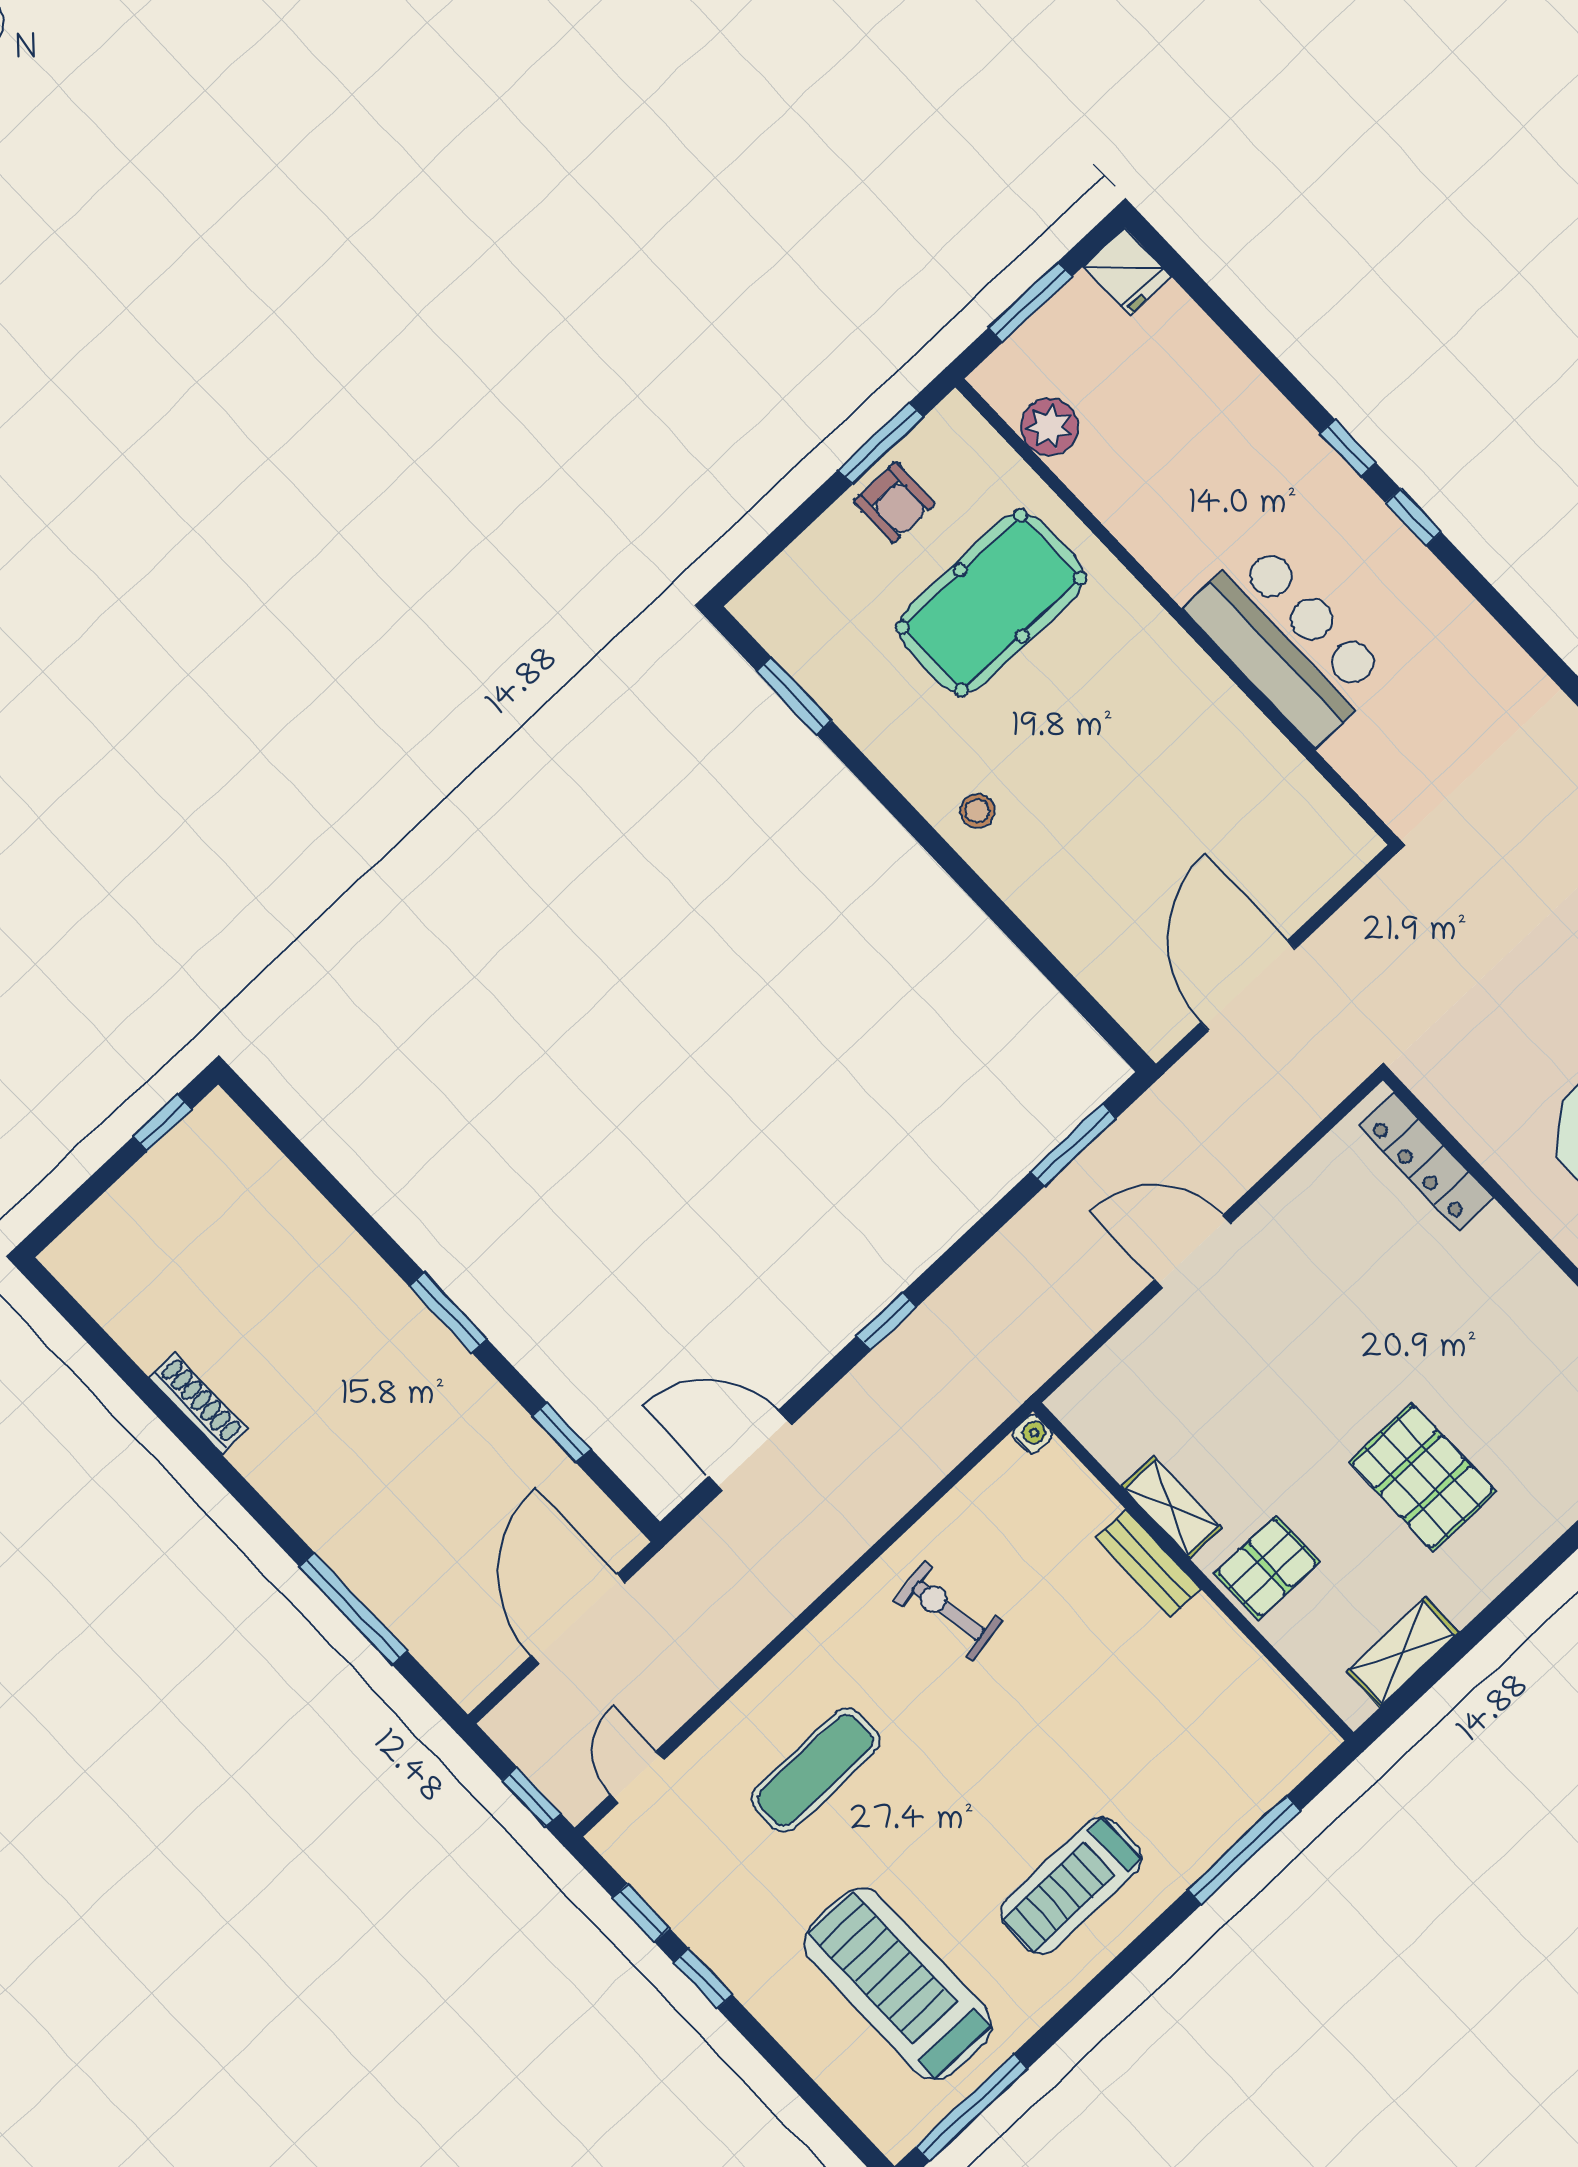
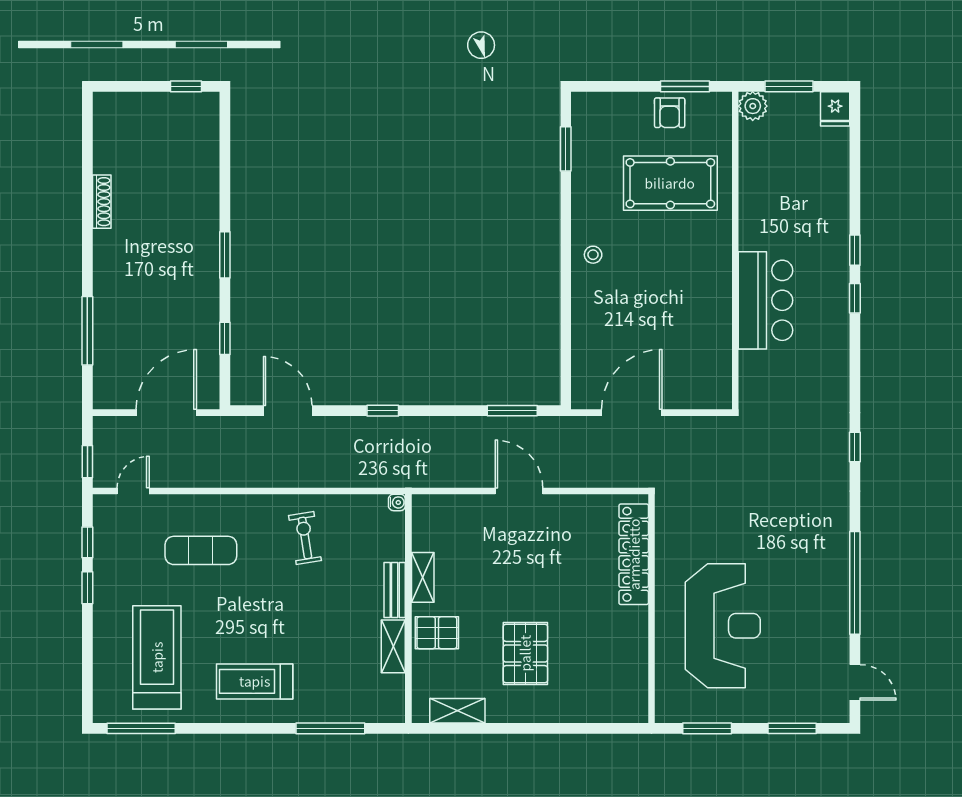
plant: (1049, 427) -> (753, 106), moved
locker: (1426, 1161) -> (634, 554), width x1.41, depth x1.21
shelving: (1223, 1646) -> (393, 646), added

